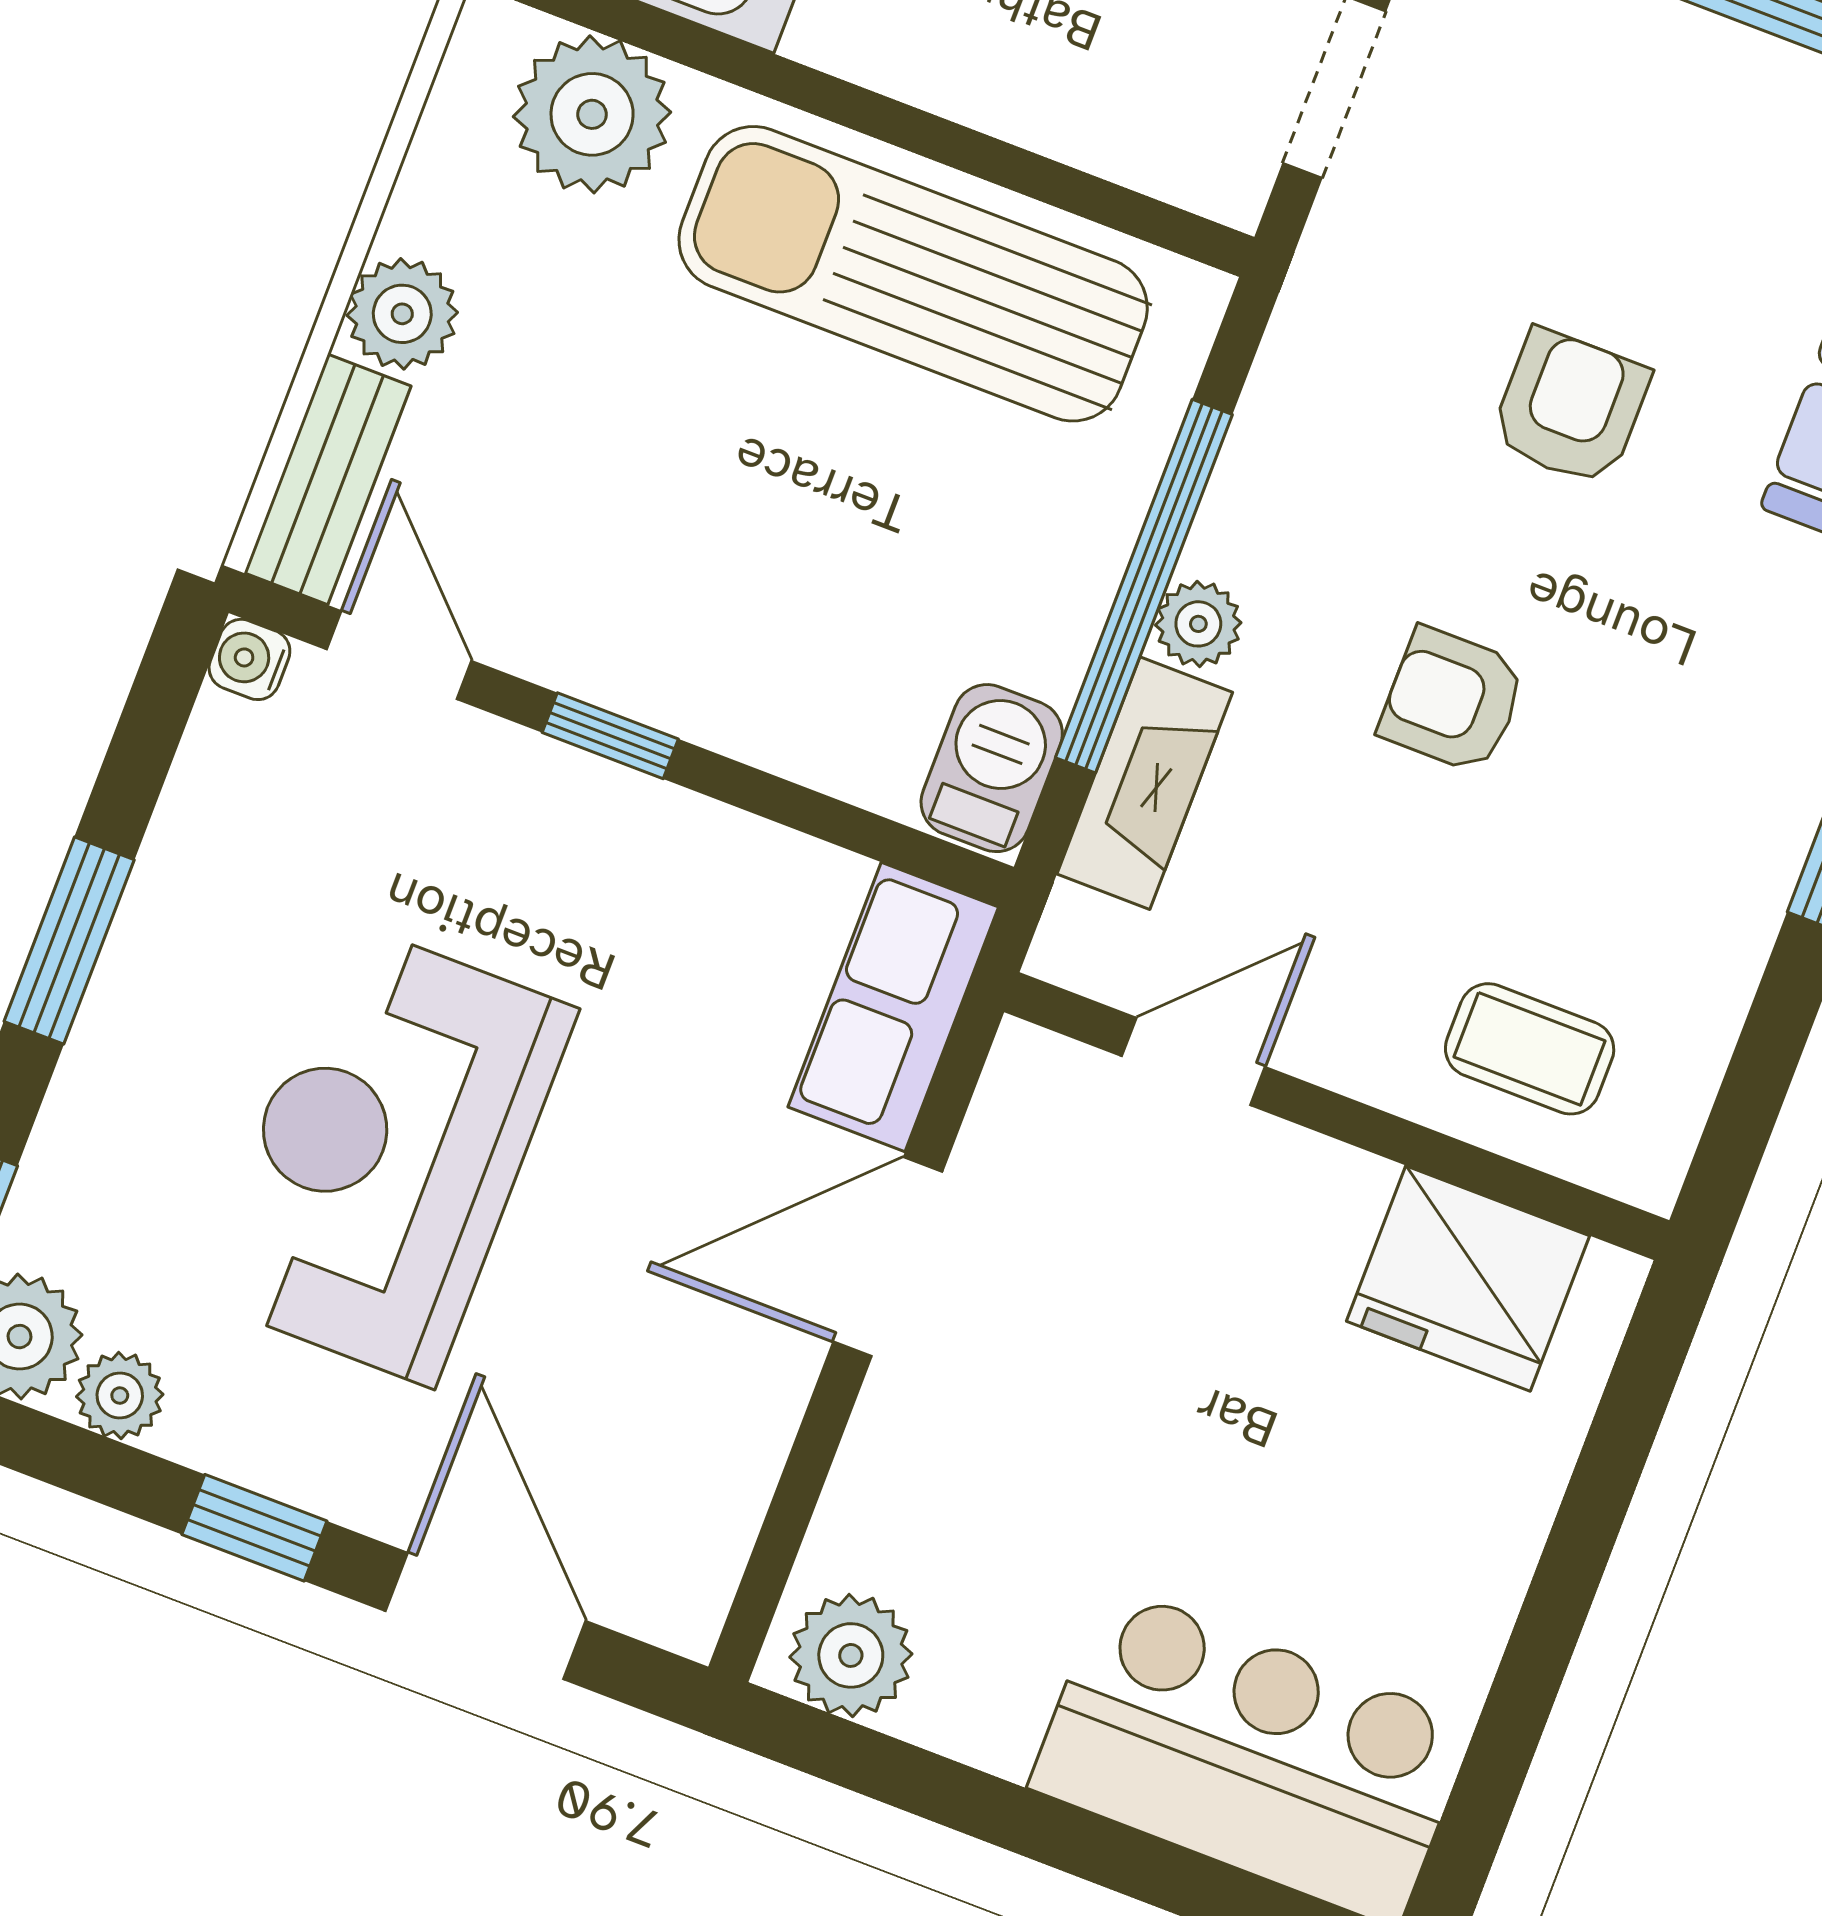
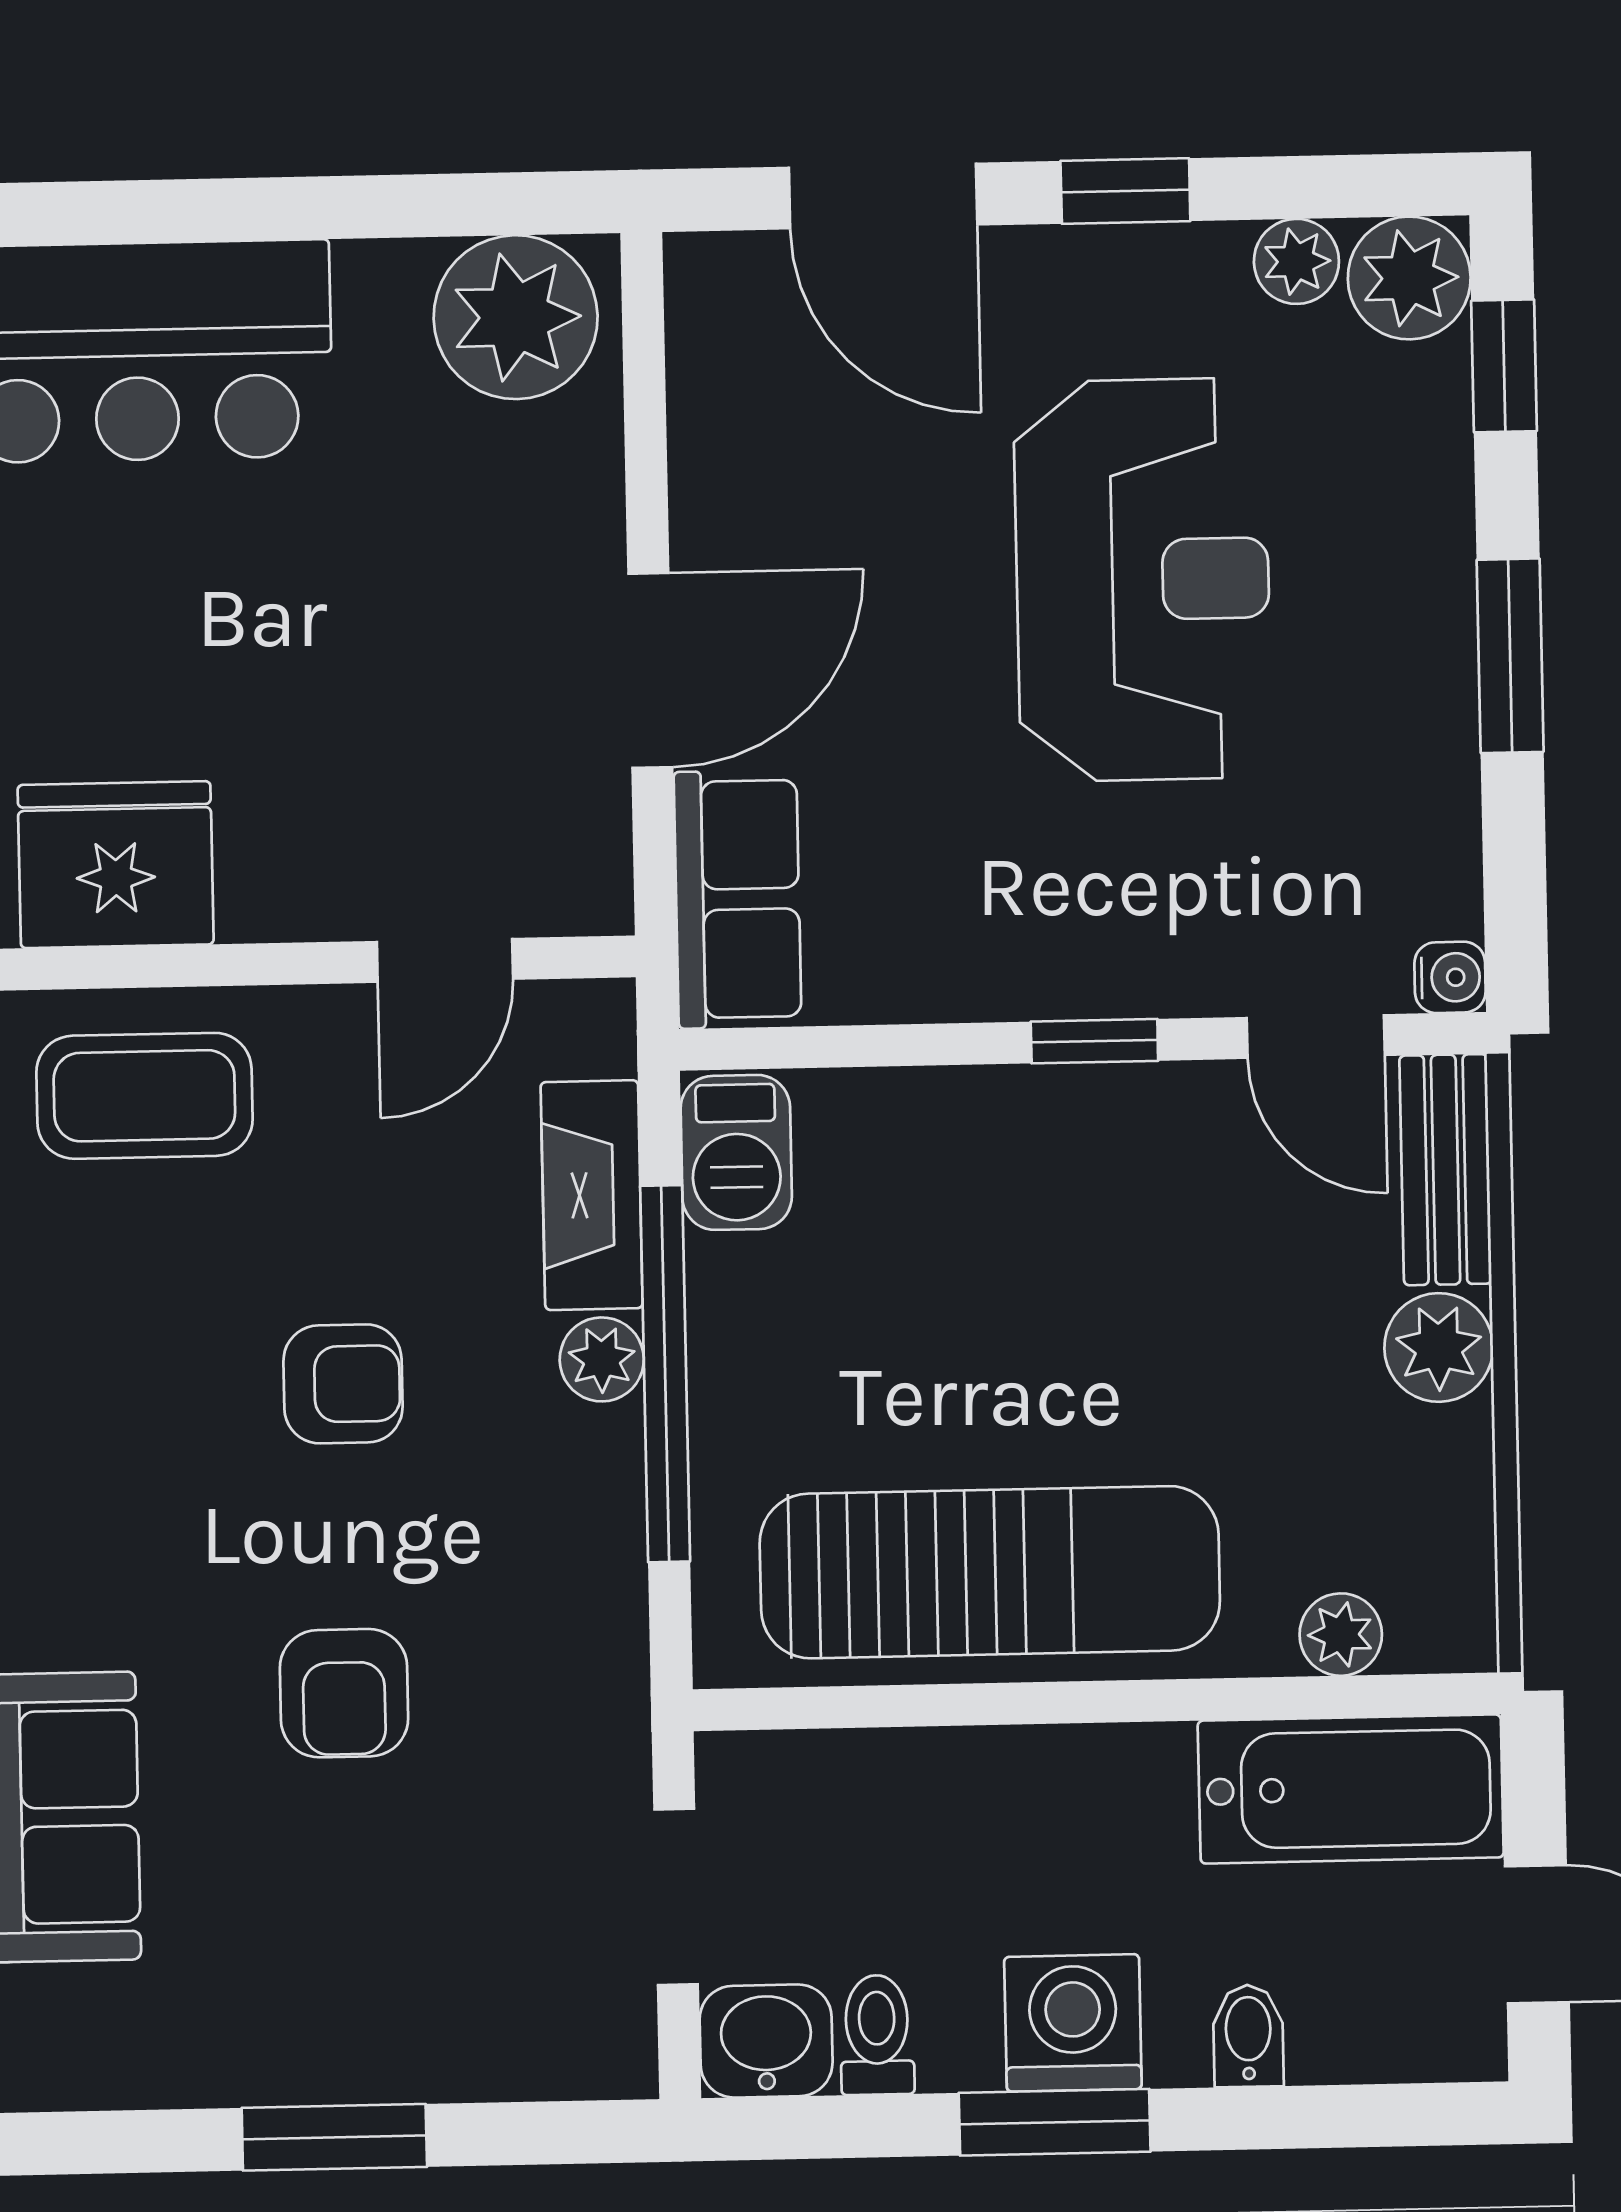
plant: (592, 114) -> (1341, 1635), width x0.53, depth x0.53
coffee table: (1530, 1049) -> (144, 1096), width x1.36, depth x1.30
plant: (851, 1655) -> (516, 317), width x1.36, depth x1.36

